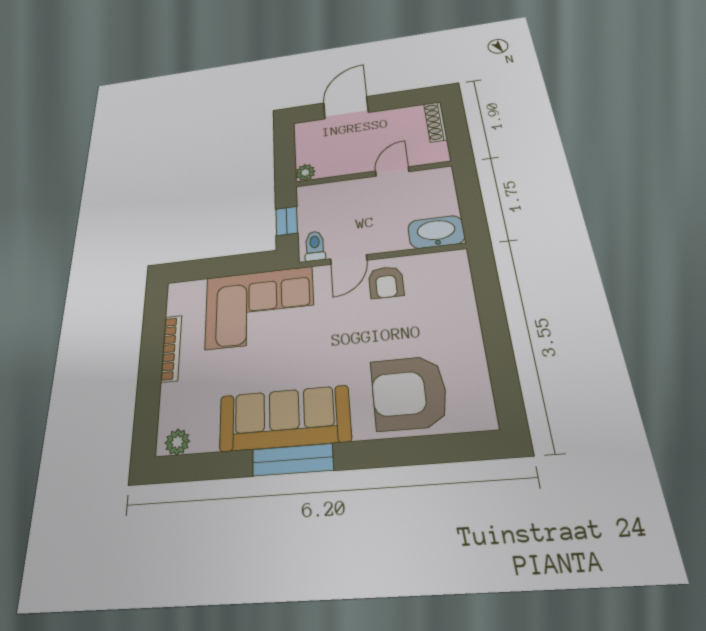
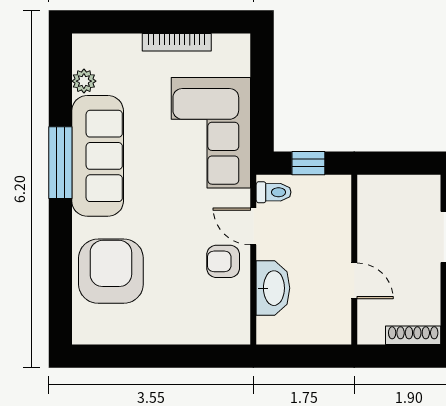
plant: (305, 173) -> (368, 186), removed
washbasin: (436, 232) -> (273, 288), moved
plant: (177, 442) -> (84, 81), moved

